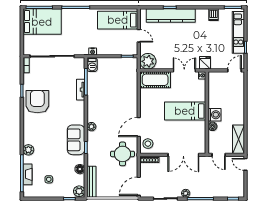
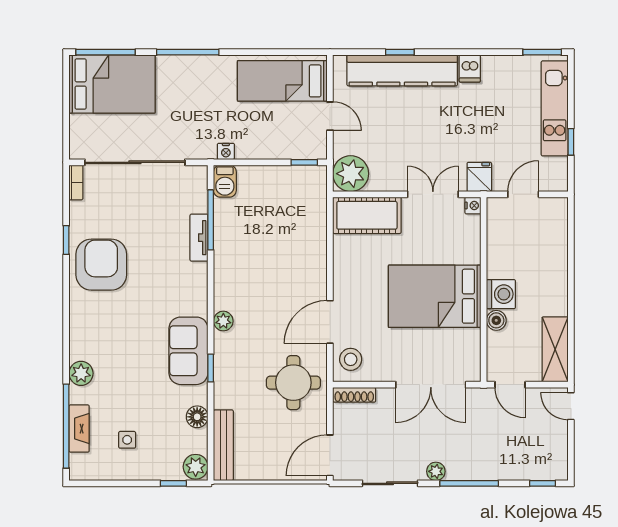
dishwasher: (213, 15) -> (470, 69), moved
door: (234, 70) -> (523, 194), moved
bed: (185, 111) -> (435, 296), width x1.50

